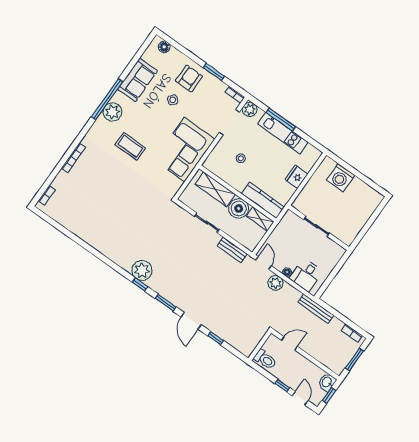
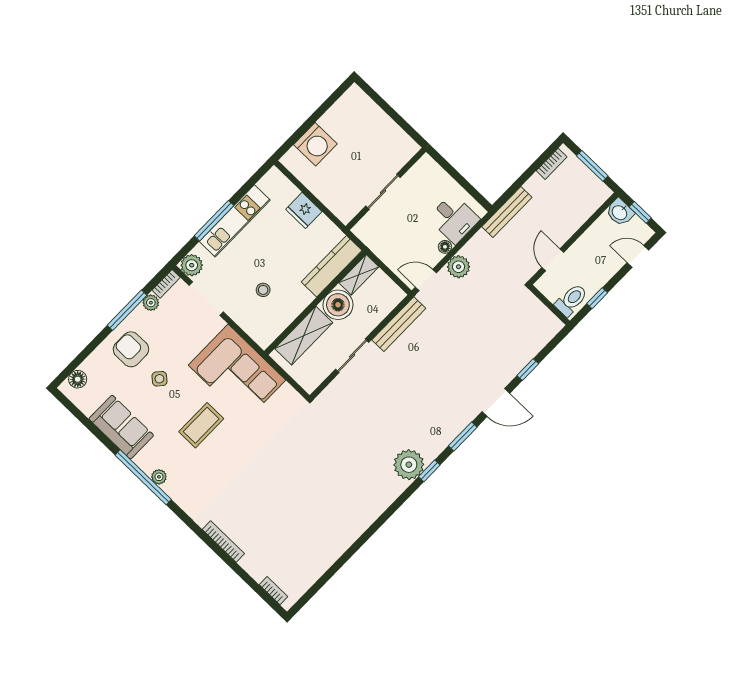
window: (214, 72) -> (127, 310), width x1.44
plant: (221, 87) -> (151, 303), added
plant: (112, 112) -> (159, 477), width x0.53, depth x0.53
coffee table: (130, 146) -> (201, 425), moved
bench: (232, 250) -> (399, 324), width x1.36
window: (282, 386) -> (597, 298), moved

